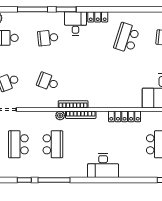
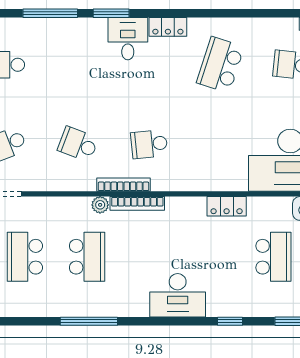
school desk: (48, 38) -> (149, 144), moved
locker: (125, 116) -> (227, 206), width x0.66
window: (24, 180) -> (230, 321), moved

